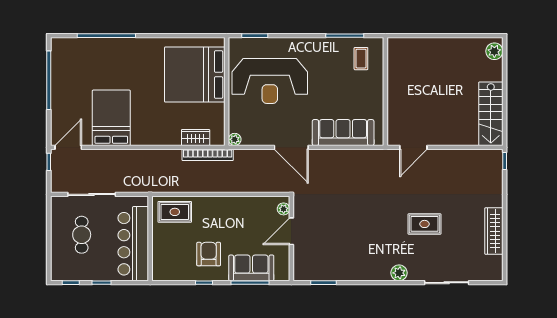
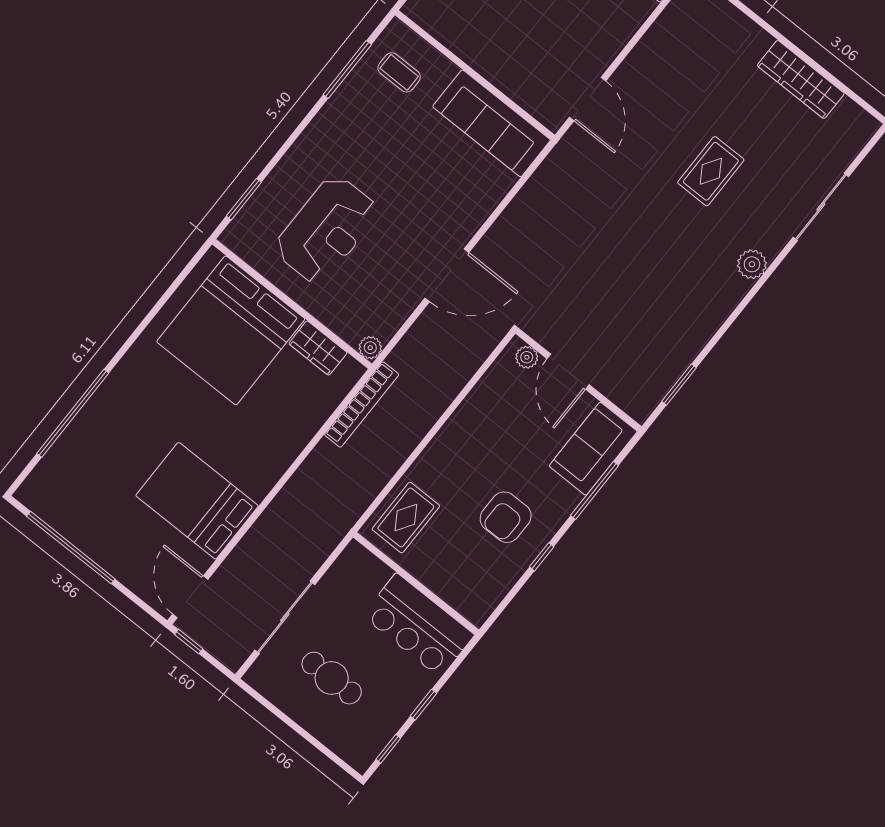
reception desk: (270, 81) -> (326, 230), width x0.74, depth x0.77
sofa: (343, 133) -> (491, 123), moved, turned -90
wardrobe: (196, 137) -> (318, 348), moved, turned -90
bar counter: (133, 244) -> (418, 625), width x0.73
armchair: (209, 254) -> (506, 517), turned -90
sofa: (251, 268) -> (593, 449), moved

